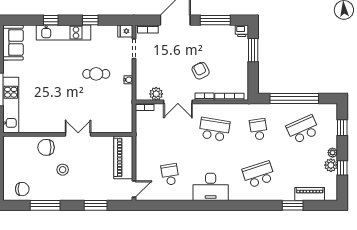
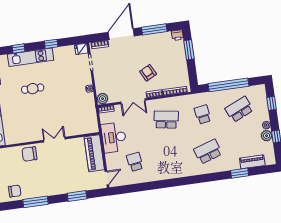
cafe table: (96, 74) -> (33, 89), moved
plant: (156, 94) -> (102, 99), moved
stool: (63, 170) -> (46, 170), removed
desk: (211, 187) -> (114, 137), moved, turned 90

